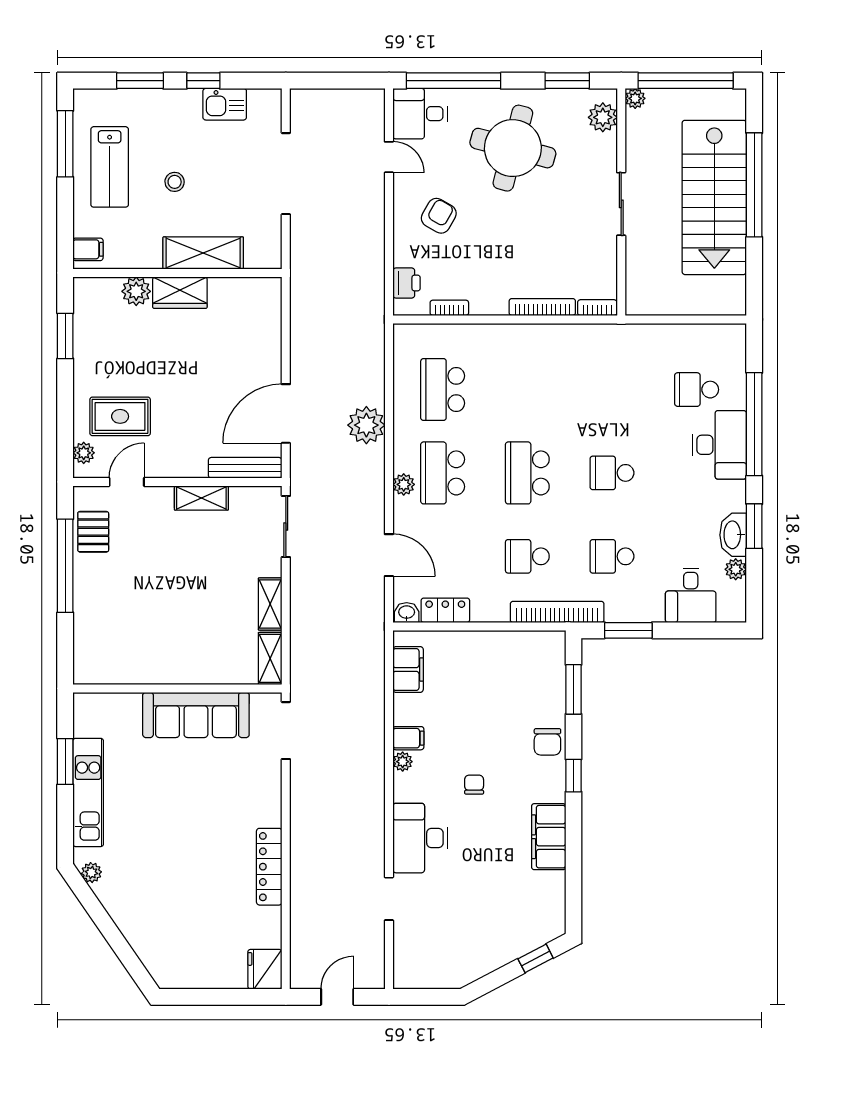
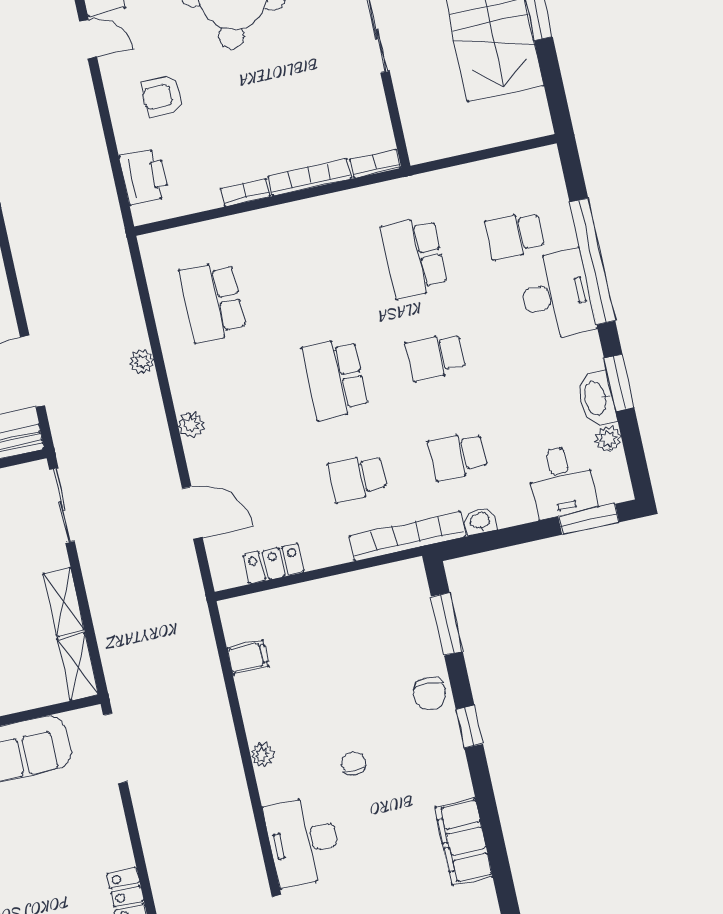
armchair: (439, 216) -> (163, 96), turned -120
printer: (407, 283) -> (144, 177), width x1.36, depth x1.24
bookcase: (449, 308) -> (245, 193), moved
plant: (366, 425) -> (142, 362), width x0.53, depth x0.53
school desk: (443, 473) -> (414, 257), moved
washbasin: (407, 613) -> (480, 521), moved
window: (628, 630) -> (589, 519), moved
filing cabinet: (408, 669) -> (248, 657), width x0.50
filing cabinet: (408, 738) -> (263, 725), removed
filing cabinet: (549, 837) -> (464, 842), moved

